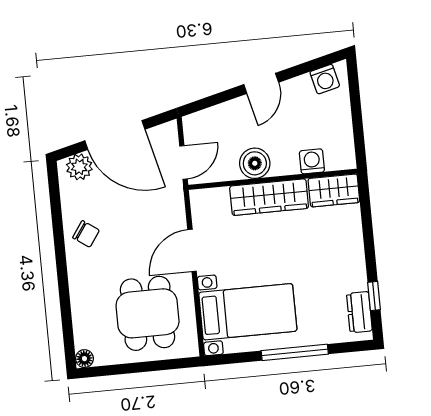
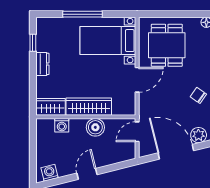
dresser: (359, 312) -> (42, 64), moved

